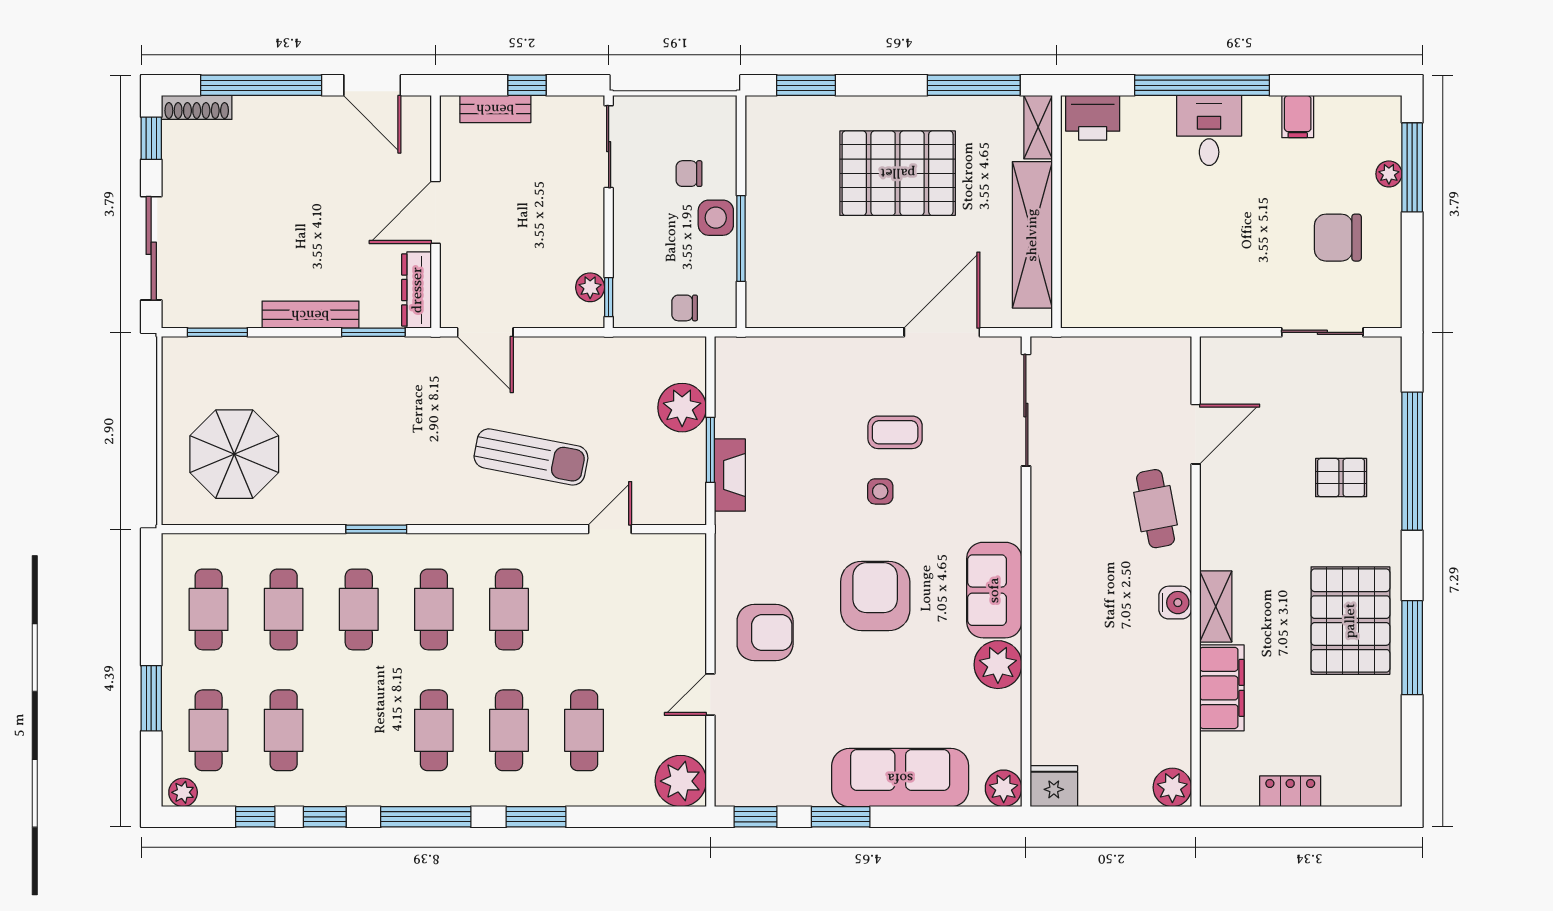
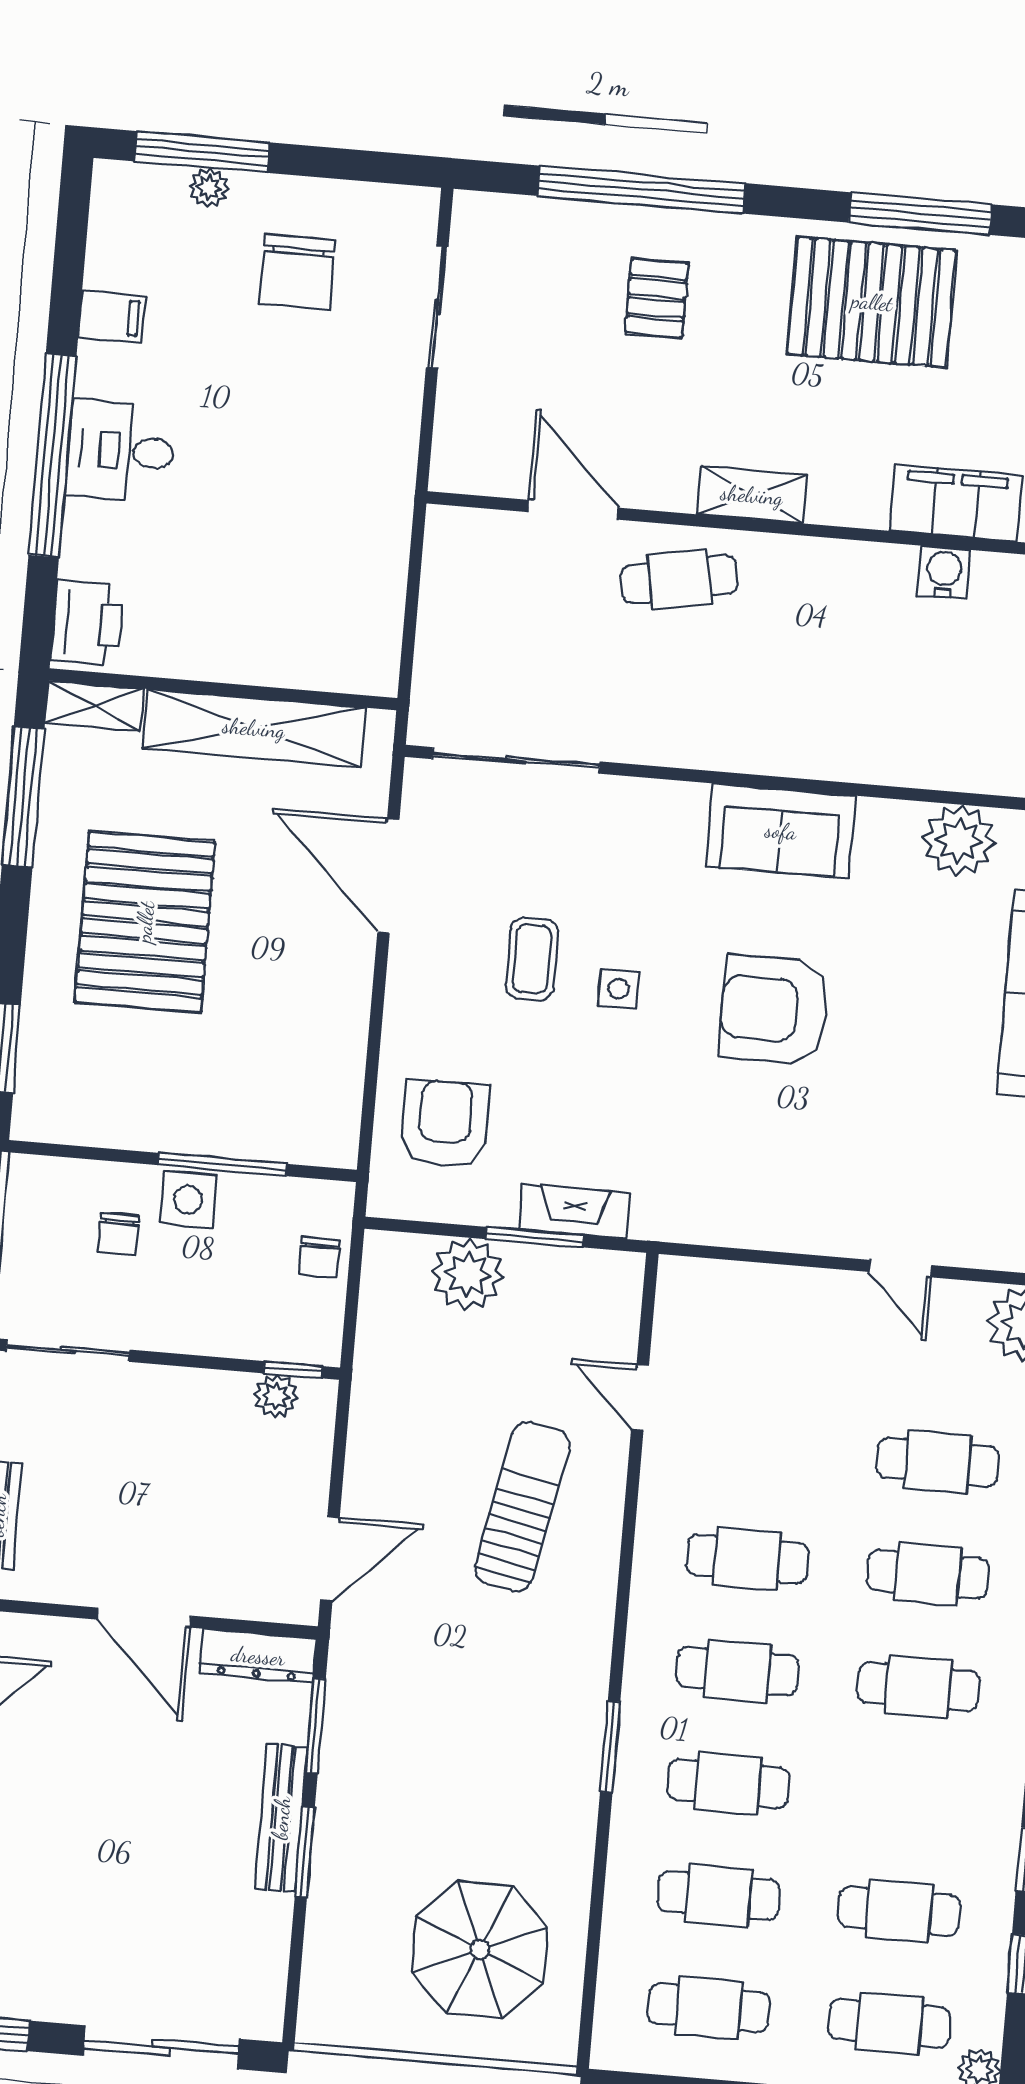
window: (217, 332) -> (305, 1852), moved
water cooler: (1175, 603) -> (944, 572), moved
shelving: (1216, 607) -> (752, 495), moved
armchair: (765, 633) -> (445, 1124), moved
plant: (998, 665) -> (959, 841), moved

